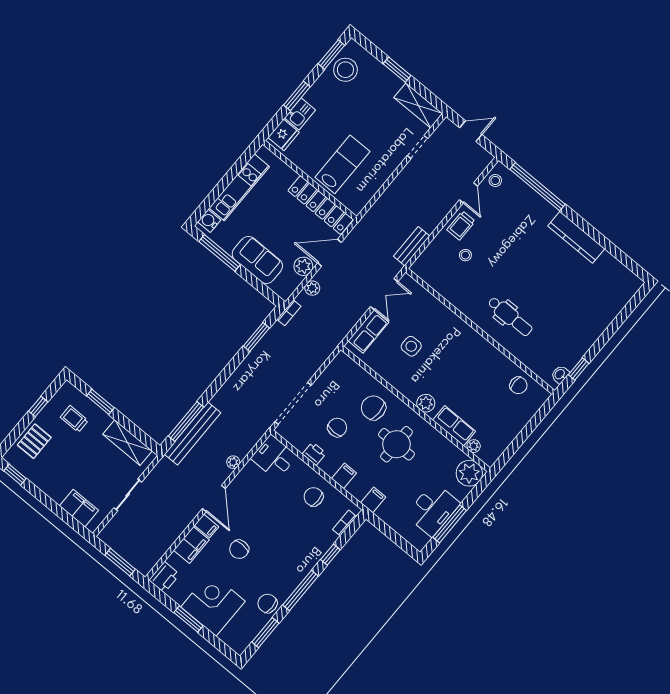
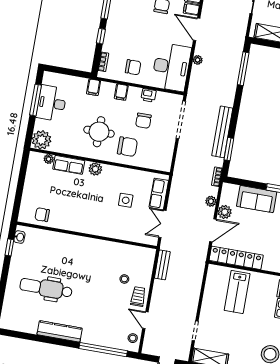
dental chair: (510, 316) -> (46, 288), moved, width x1.36, depth x1.38
bench: (193, 434) -> (222, 132), moved
desk: (274, 457) -> (171, 67), width x1.87, depth x1.30

